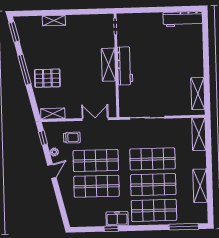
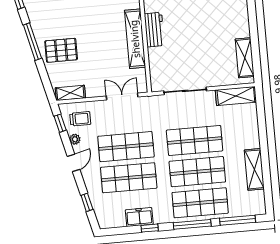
shelving: (108, 65) -> (135, 39), width x1.47
workbench: (125, 66) -> (154, 30), width x0.73
shelving: (199, 134) -> (236, 96), moved, turned 90
trolley: (72, 138) -> (80, 119), moved
window: (61, 204) -> (87, 202), added
freezer: (117, 219) -> (139, 217), moved
window: (146, 228) -> (192, 224), added

